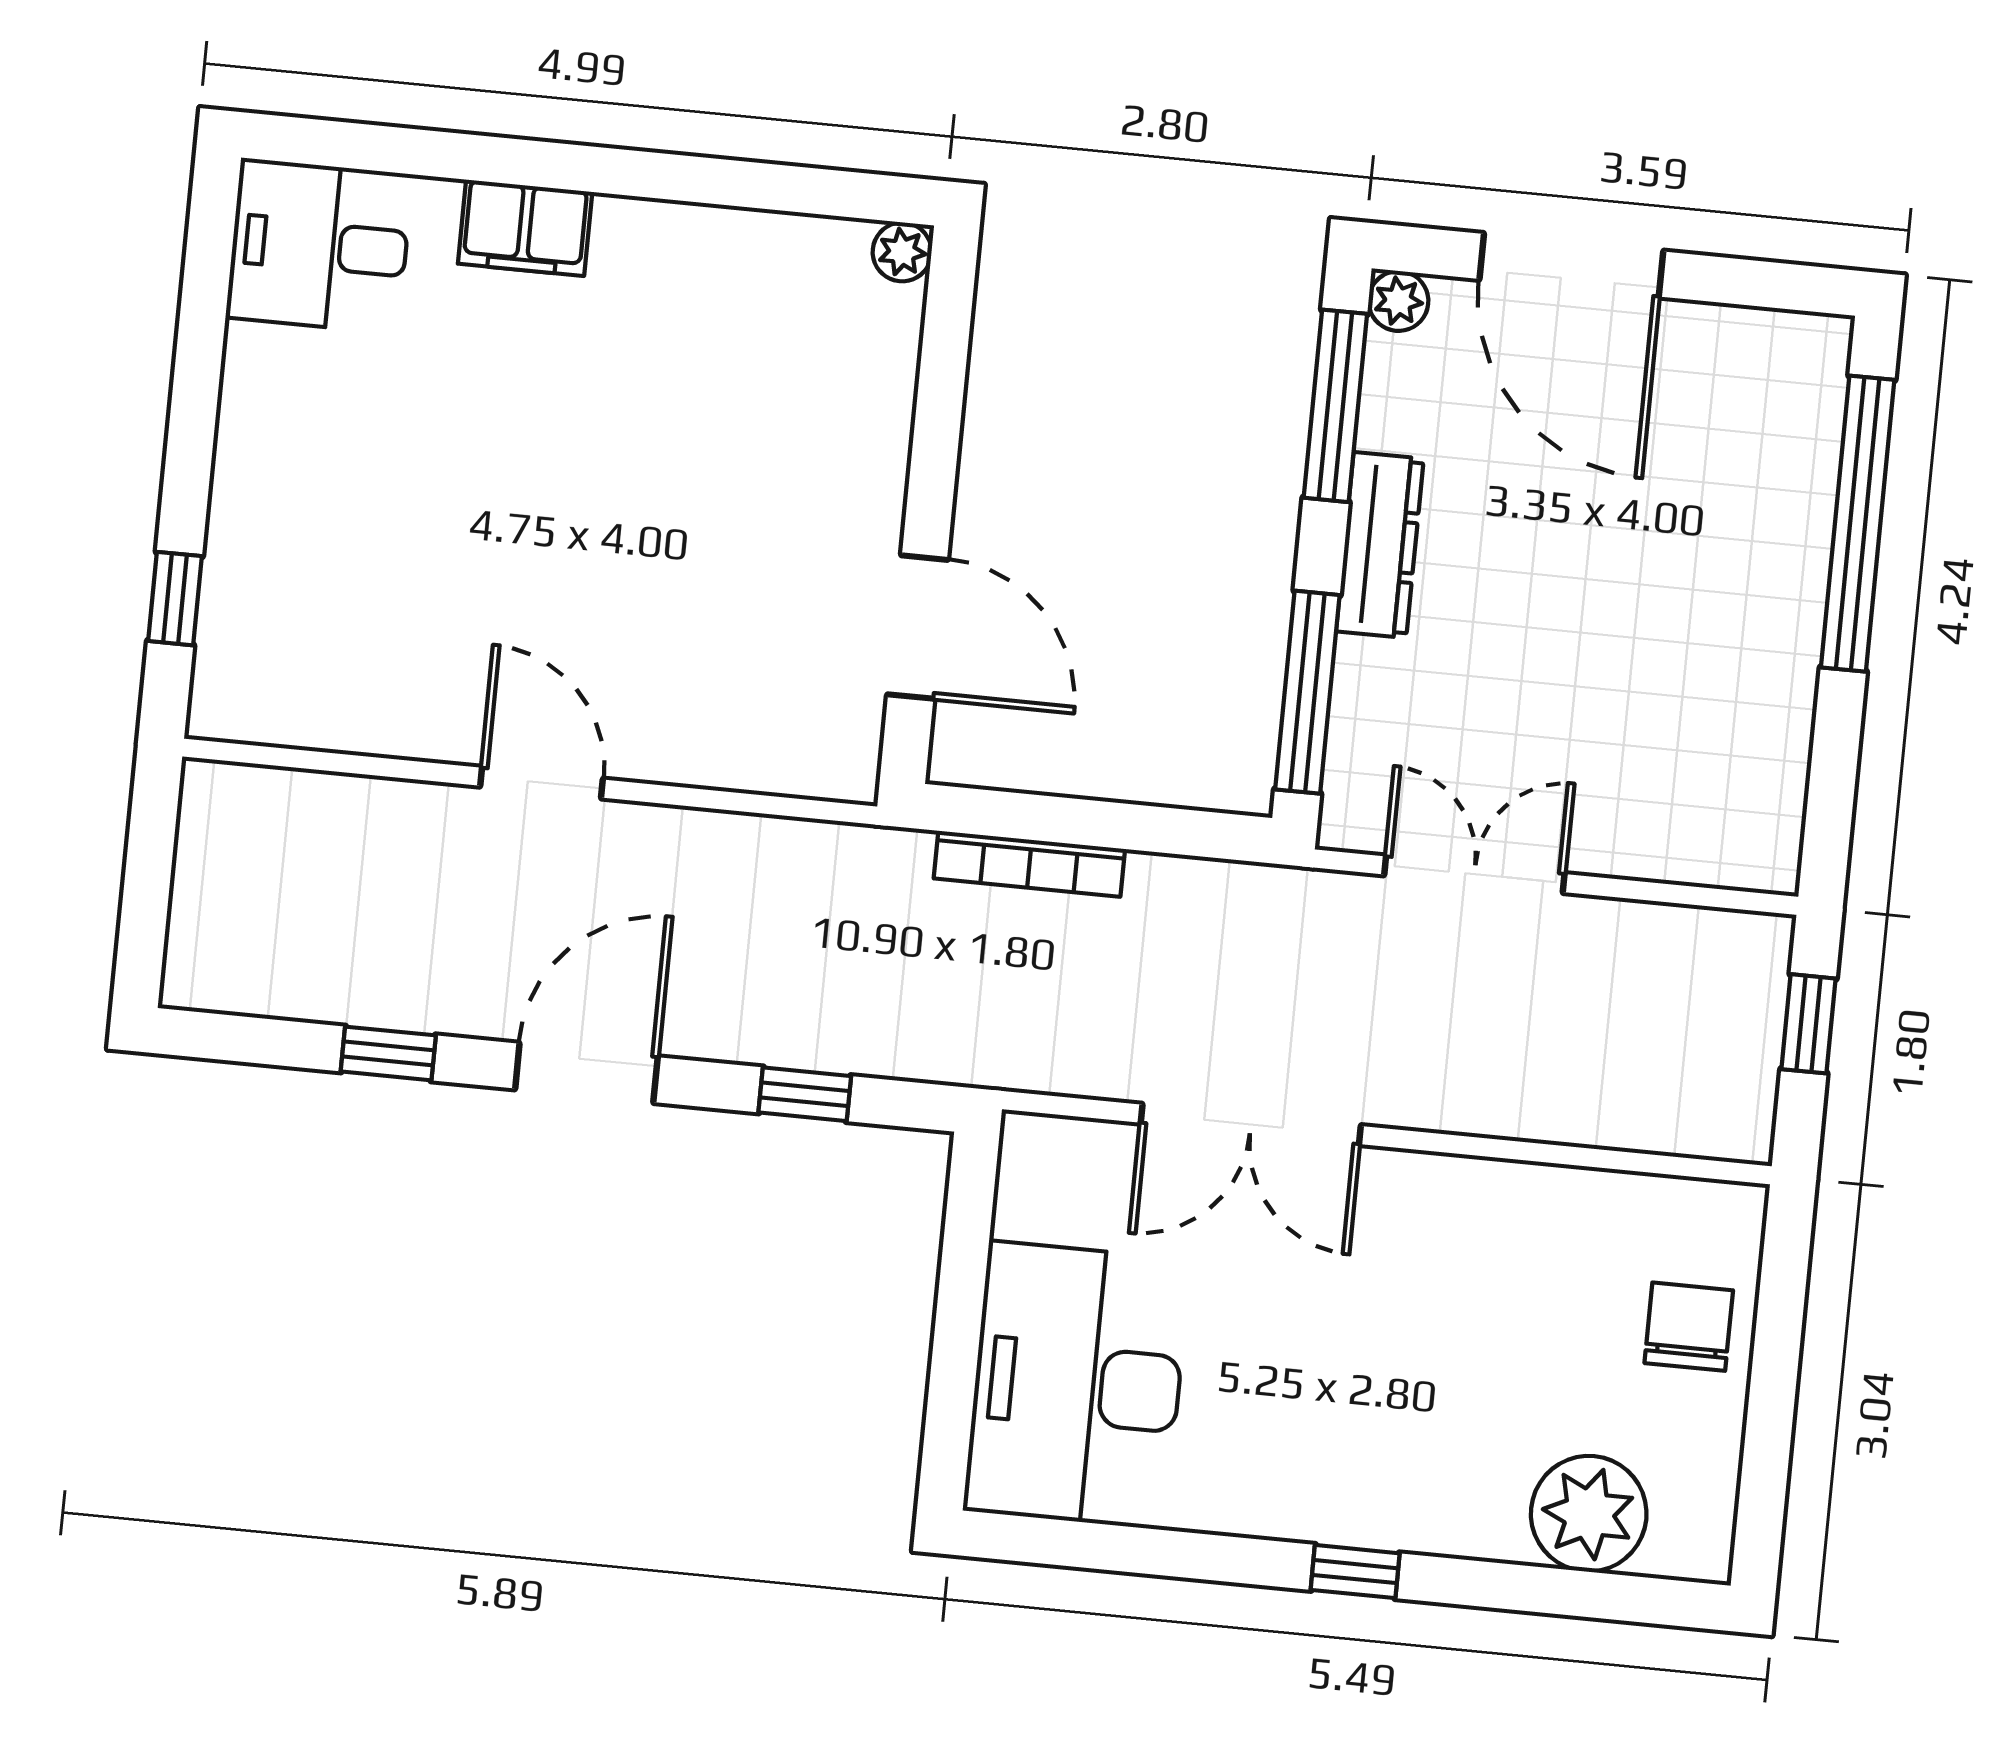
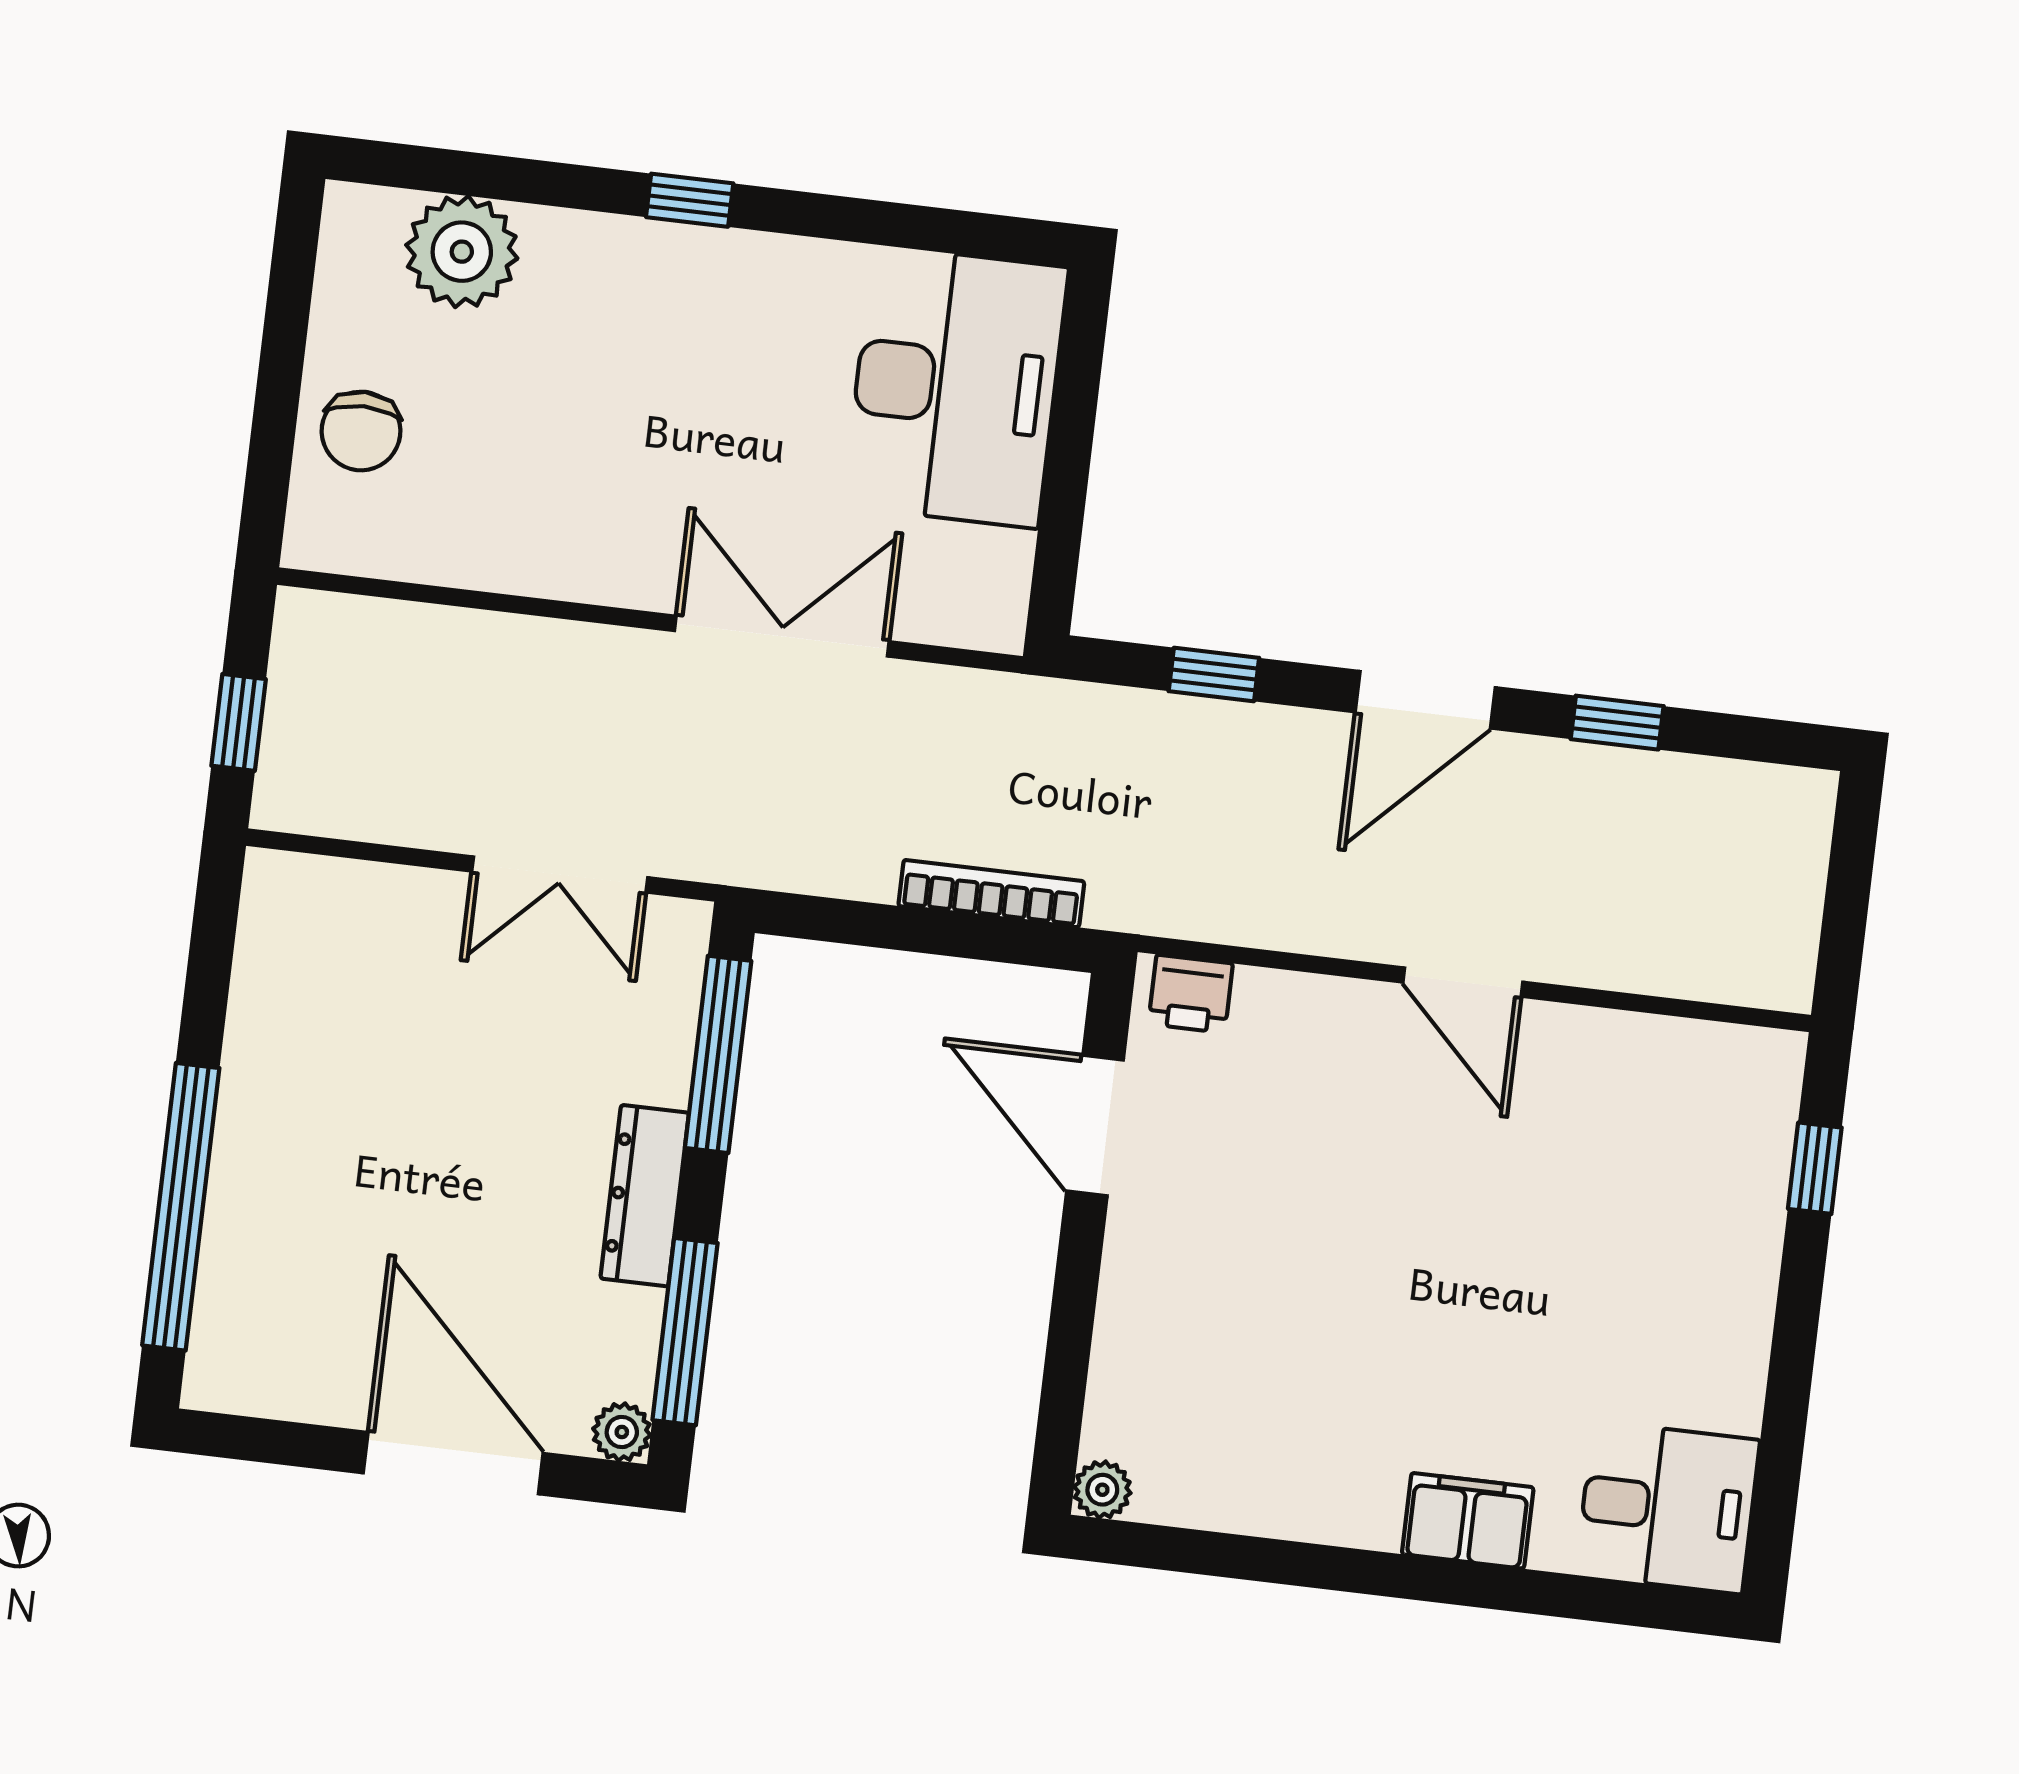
printer: (822, 765) -> (1191, 994), added

